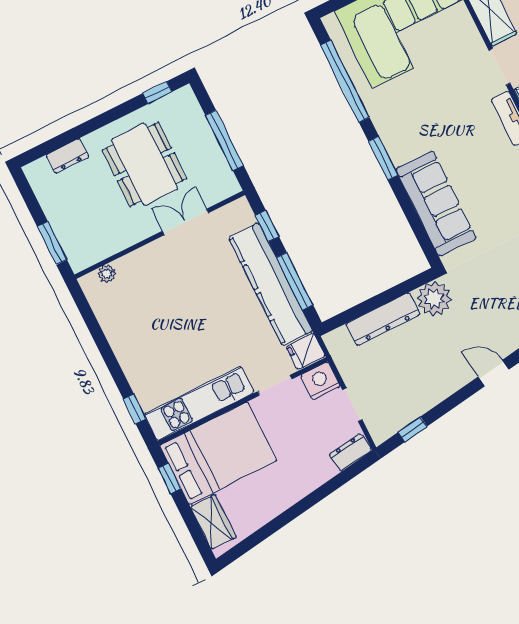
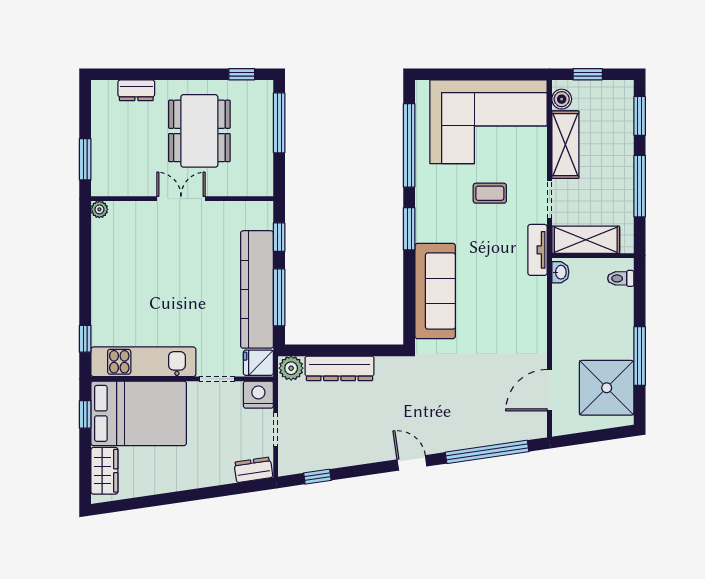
coffee table: (441, 88) -> (490, 193), added
window: (224, 140) -> (279, 123), moved
double door: (185, 222) -> (181, 199), moved
plant: (107, 274) -> (99, 209), moved
plant: (434, 299) -> (291, 368), moved, width x0.73, depth x0.73

